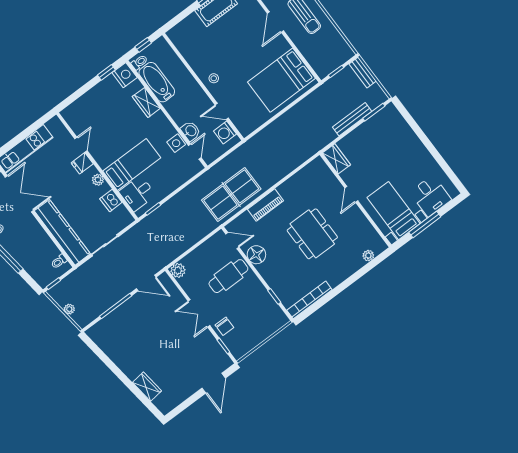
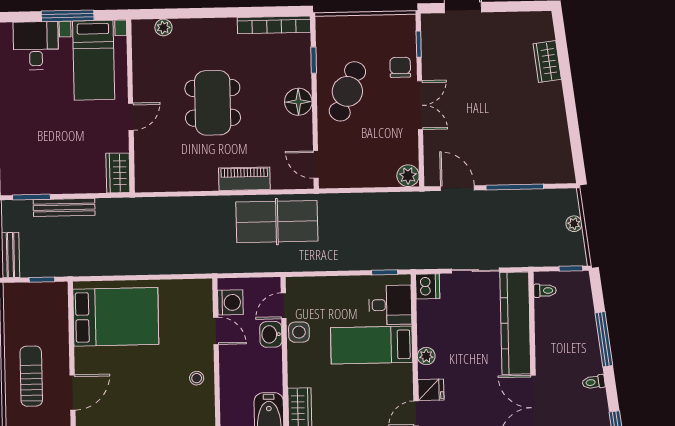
dishwasher: (111, 200) -> (428, 286), moved
floor lamp: (256, 255) -> (298, 102), moved
cafe table: (228, 276) -> (347, 91), moved, turned -68

